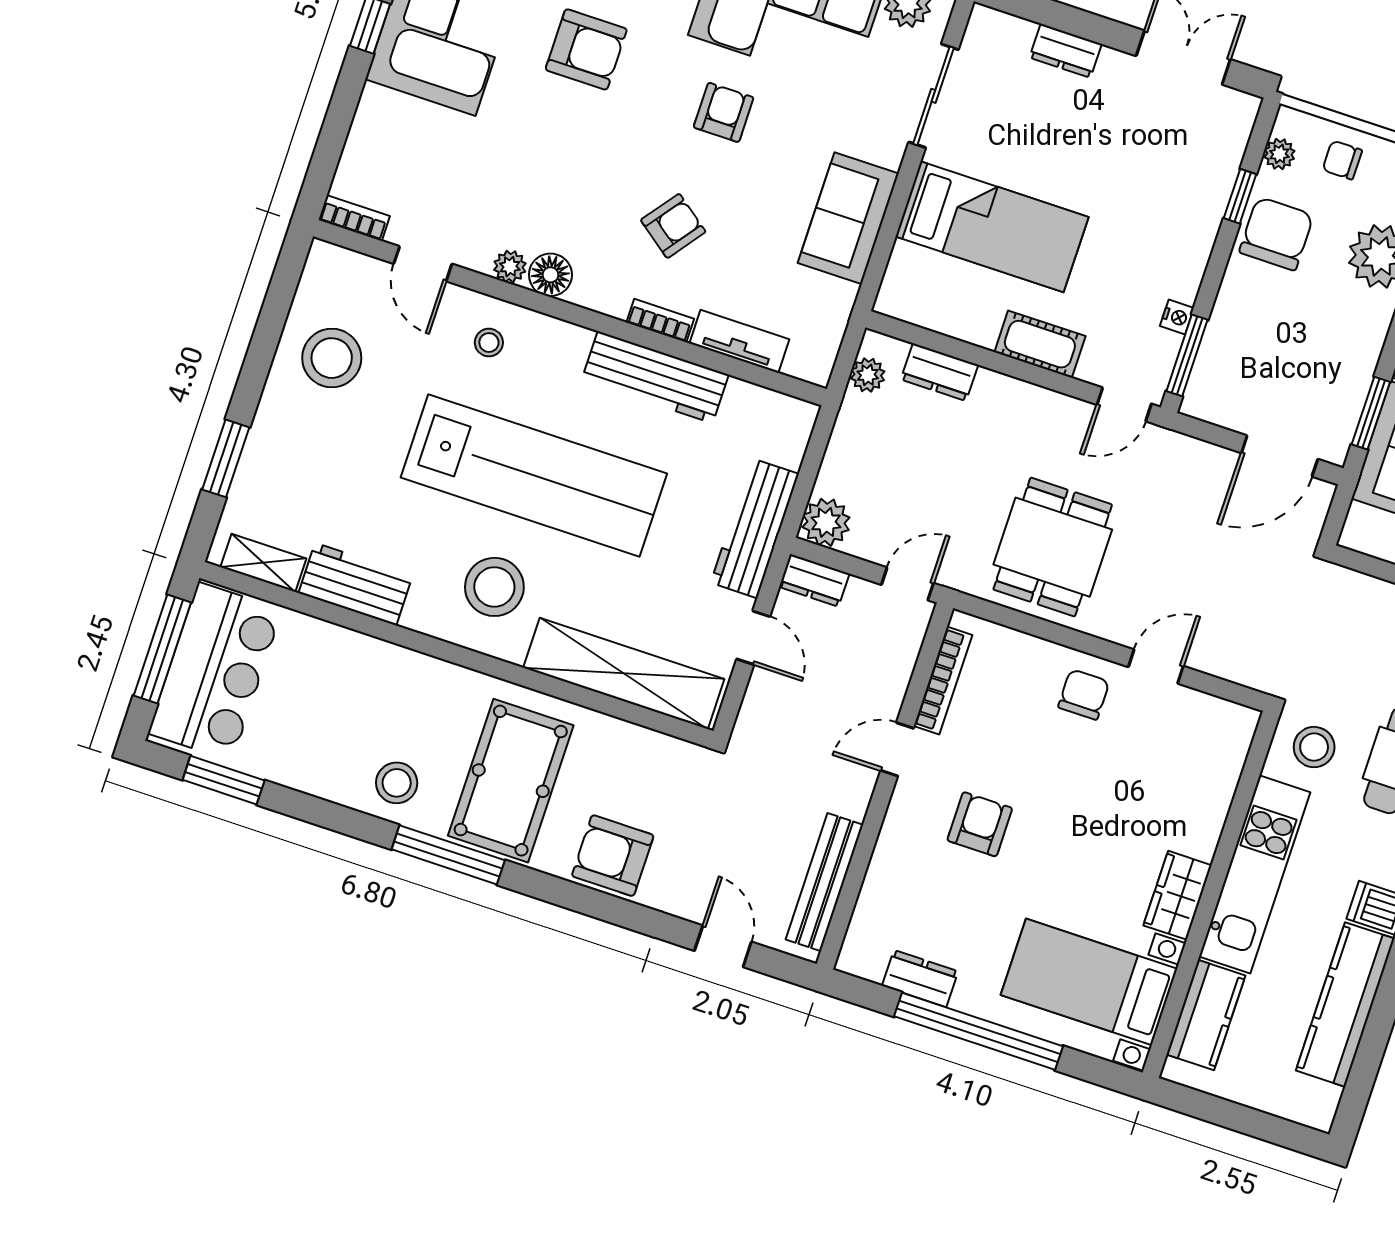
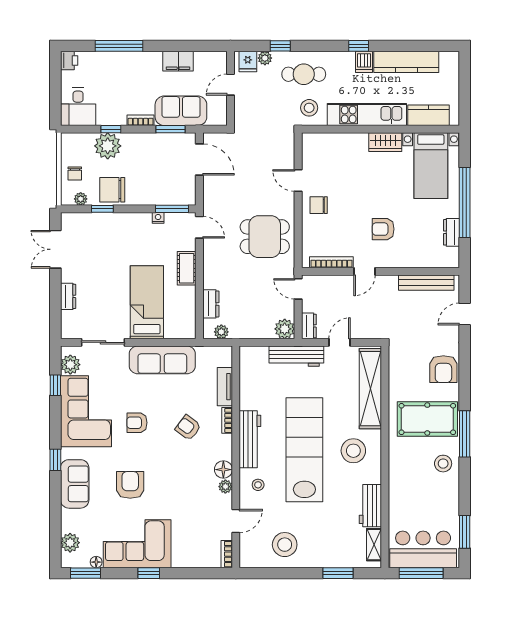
sofa: (848, 218) -> (162, 360), width x1.36
workbench: (655, 377) -> (250, 439), moved
door: (897, 749) -> (365, 271), hinge flipped

